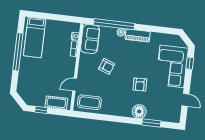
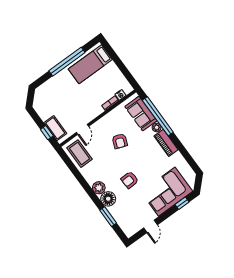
sofa: (90, 39) -> (141, 114), moved, turned 90
door: (75, 85) -> (82, 129), swing flipped
window: (41, 110) -> (47, 133), moved
plant: (126, 111) -> (99, 188), added

